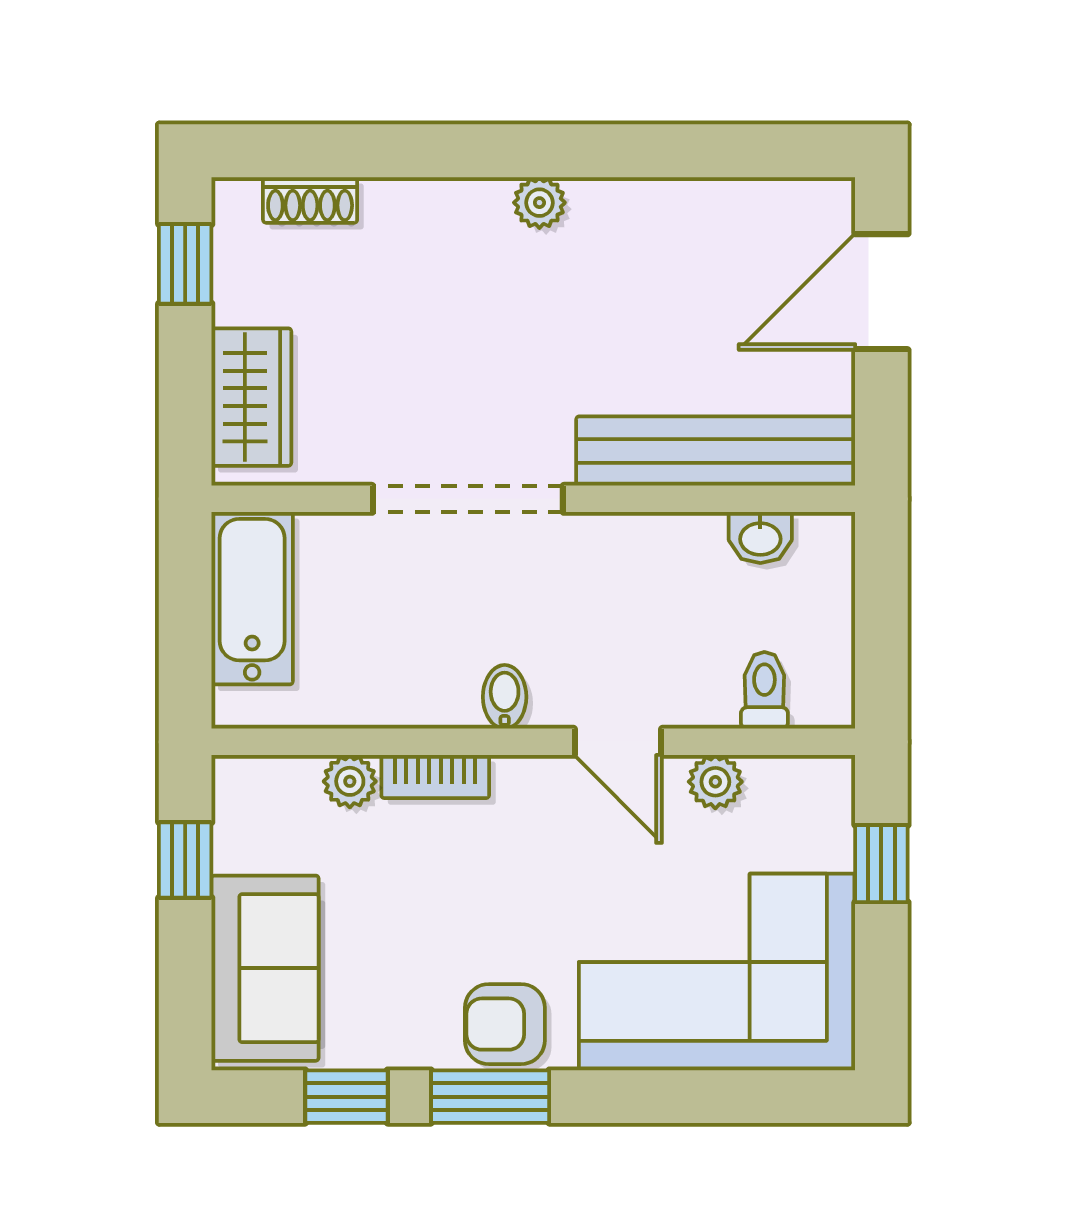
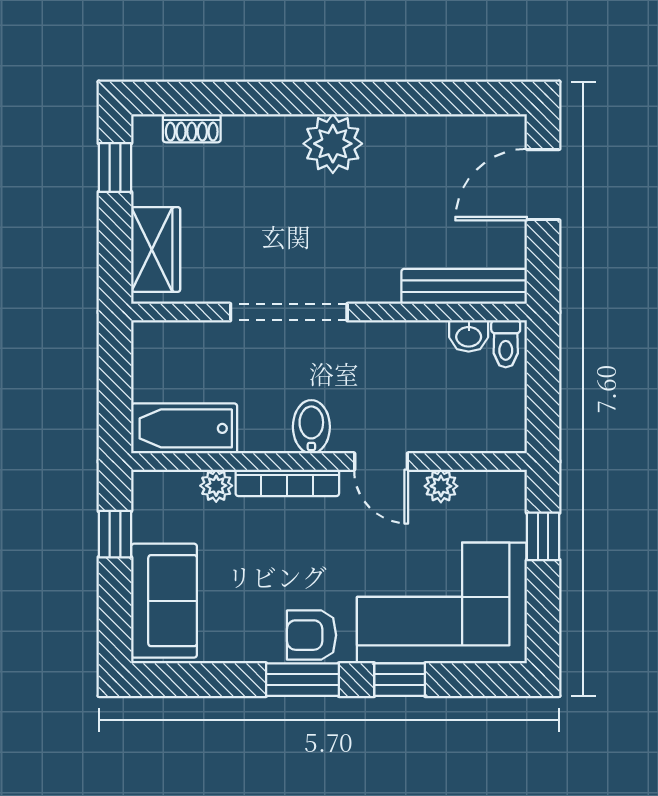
plant: (539, 203) -> (333, 144), width x1.88, depth x1.88
bench: (716, 451) -> (464, 286), width x0.73, depth x0.82
bathtub: (252, 598) -> (184, 428), moved, turned -90
toilet: (764, 690) -> (506, 344), moved, turned 180
bidet: (505, 697) -> (311, 427), width x1.38, depth x1.36
bookcase: (435, 777) -> (287, 483), width x1.56
window: (346, 1097) -> (400, 680), moved

